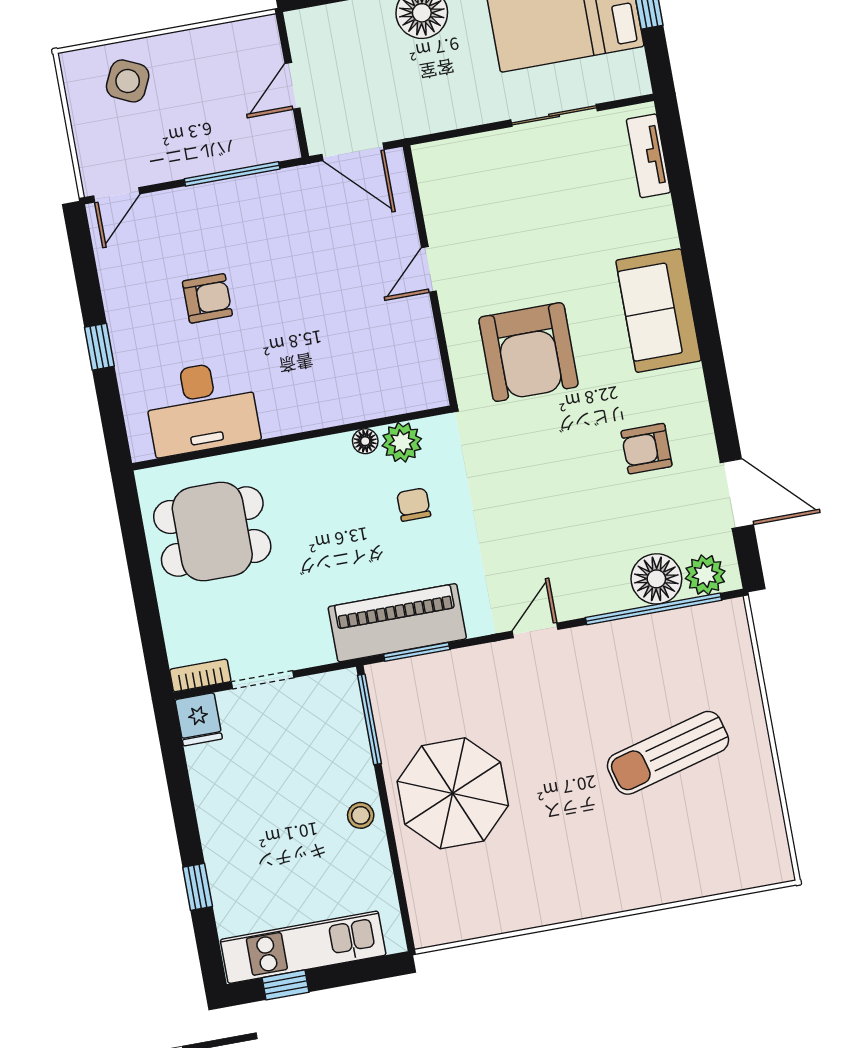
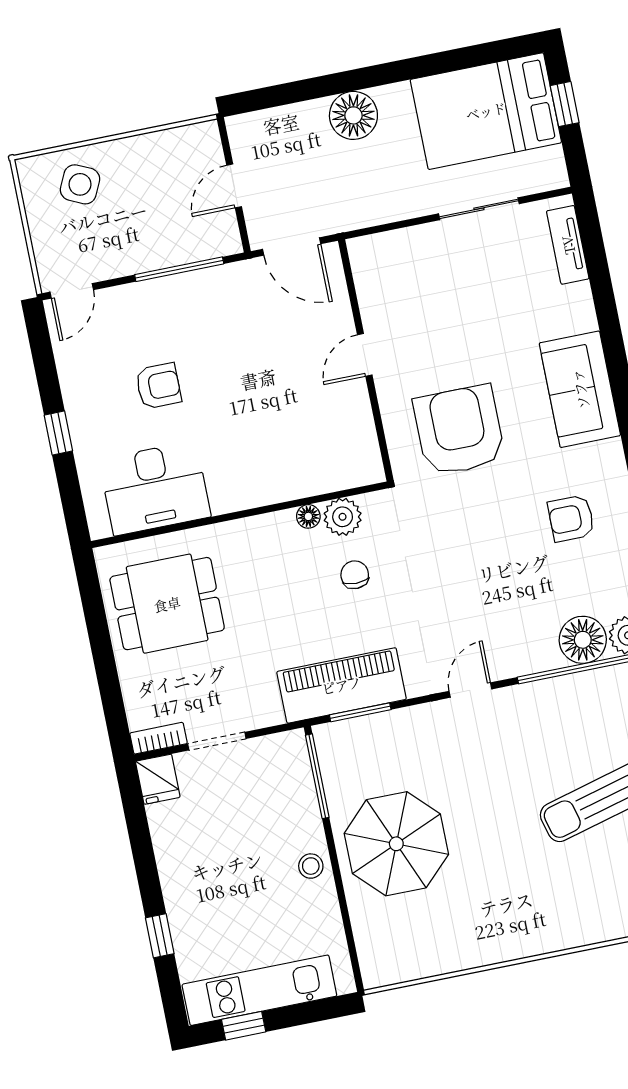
armchair: (528, 352) -> (459, 430), turned 180

